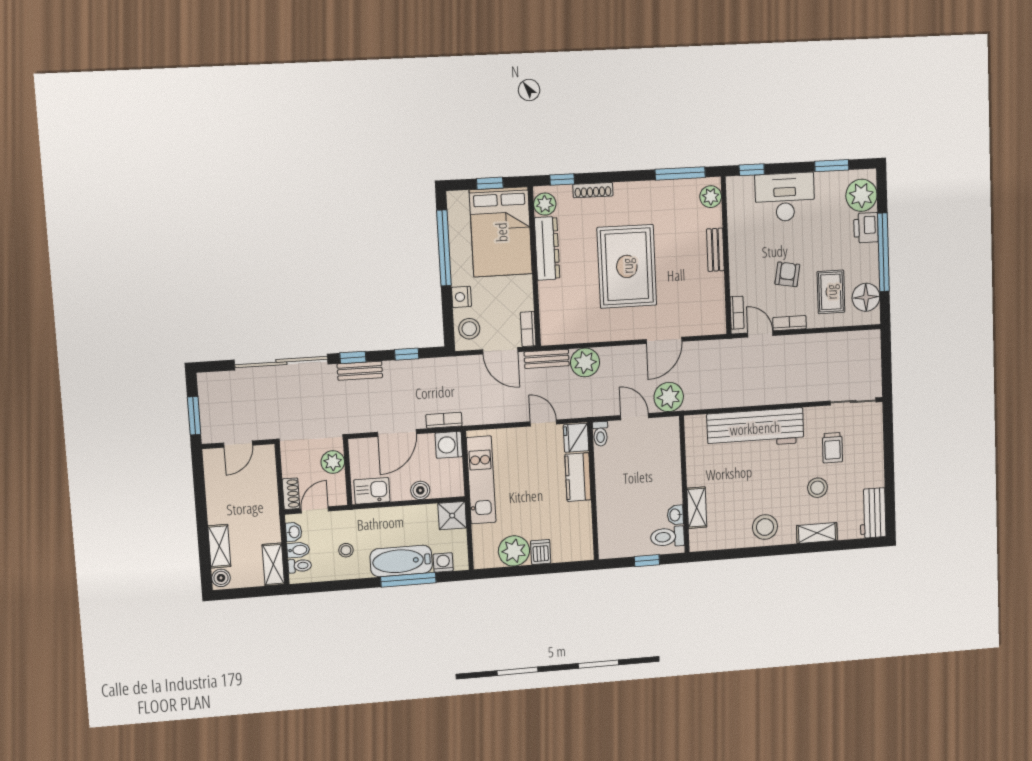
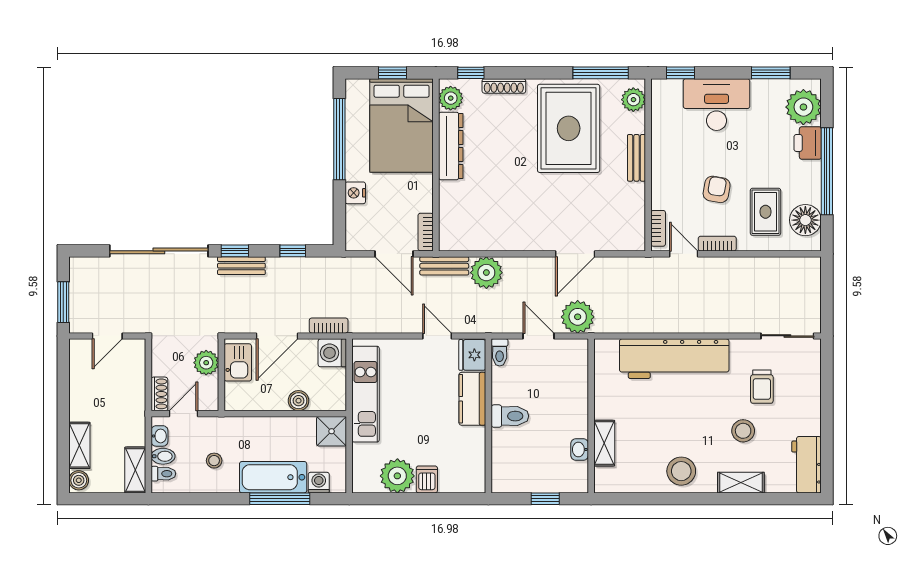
rug: (627, 266) -> (569, 128), moved
stool: (469, 329) -> (362, 228), removed
kitchen sink: (372, 491) -> (238, 362), moved, turned 90
toilet: (667, 537) -> (510, 416), moved, turned 180

